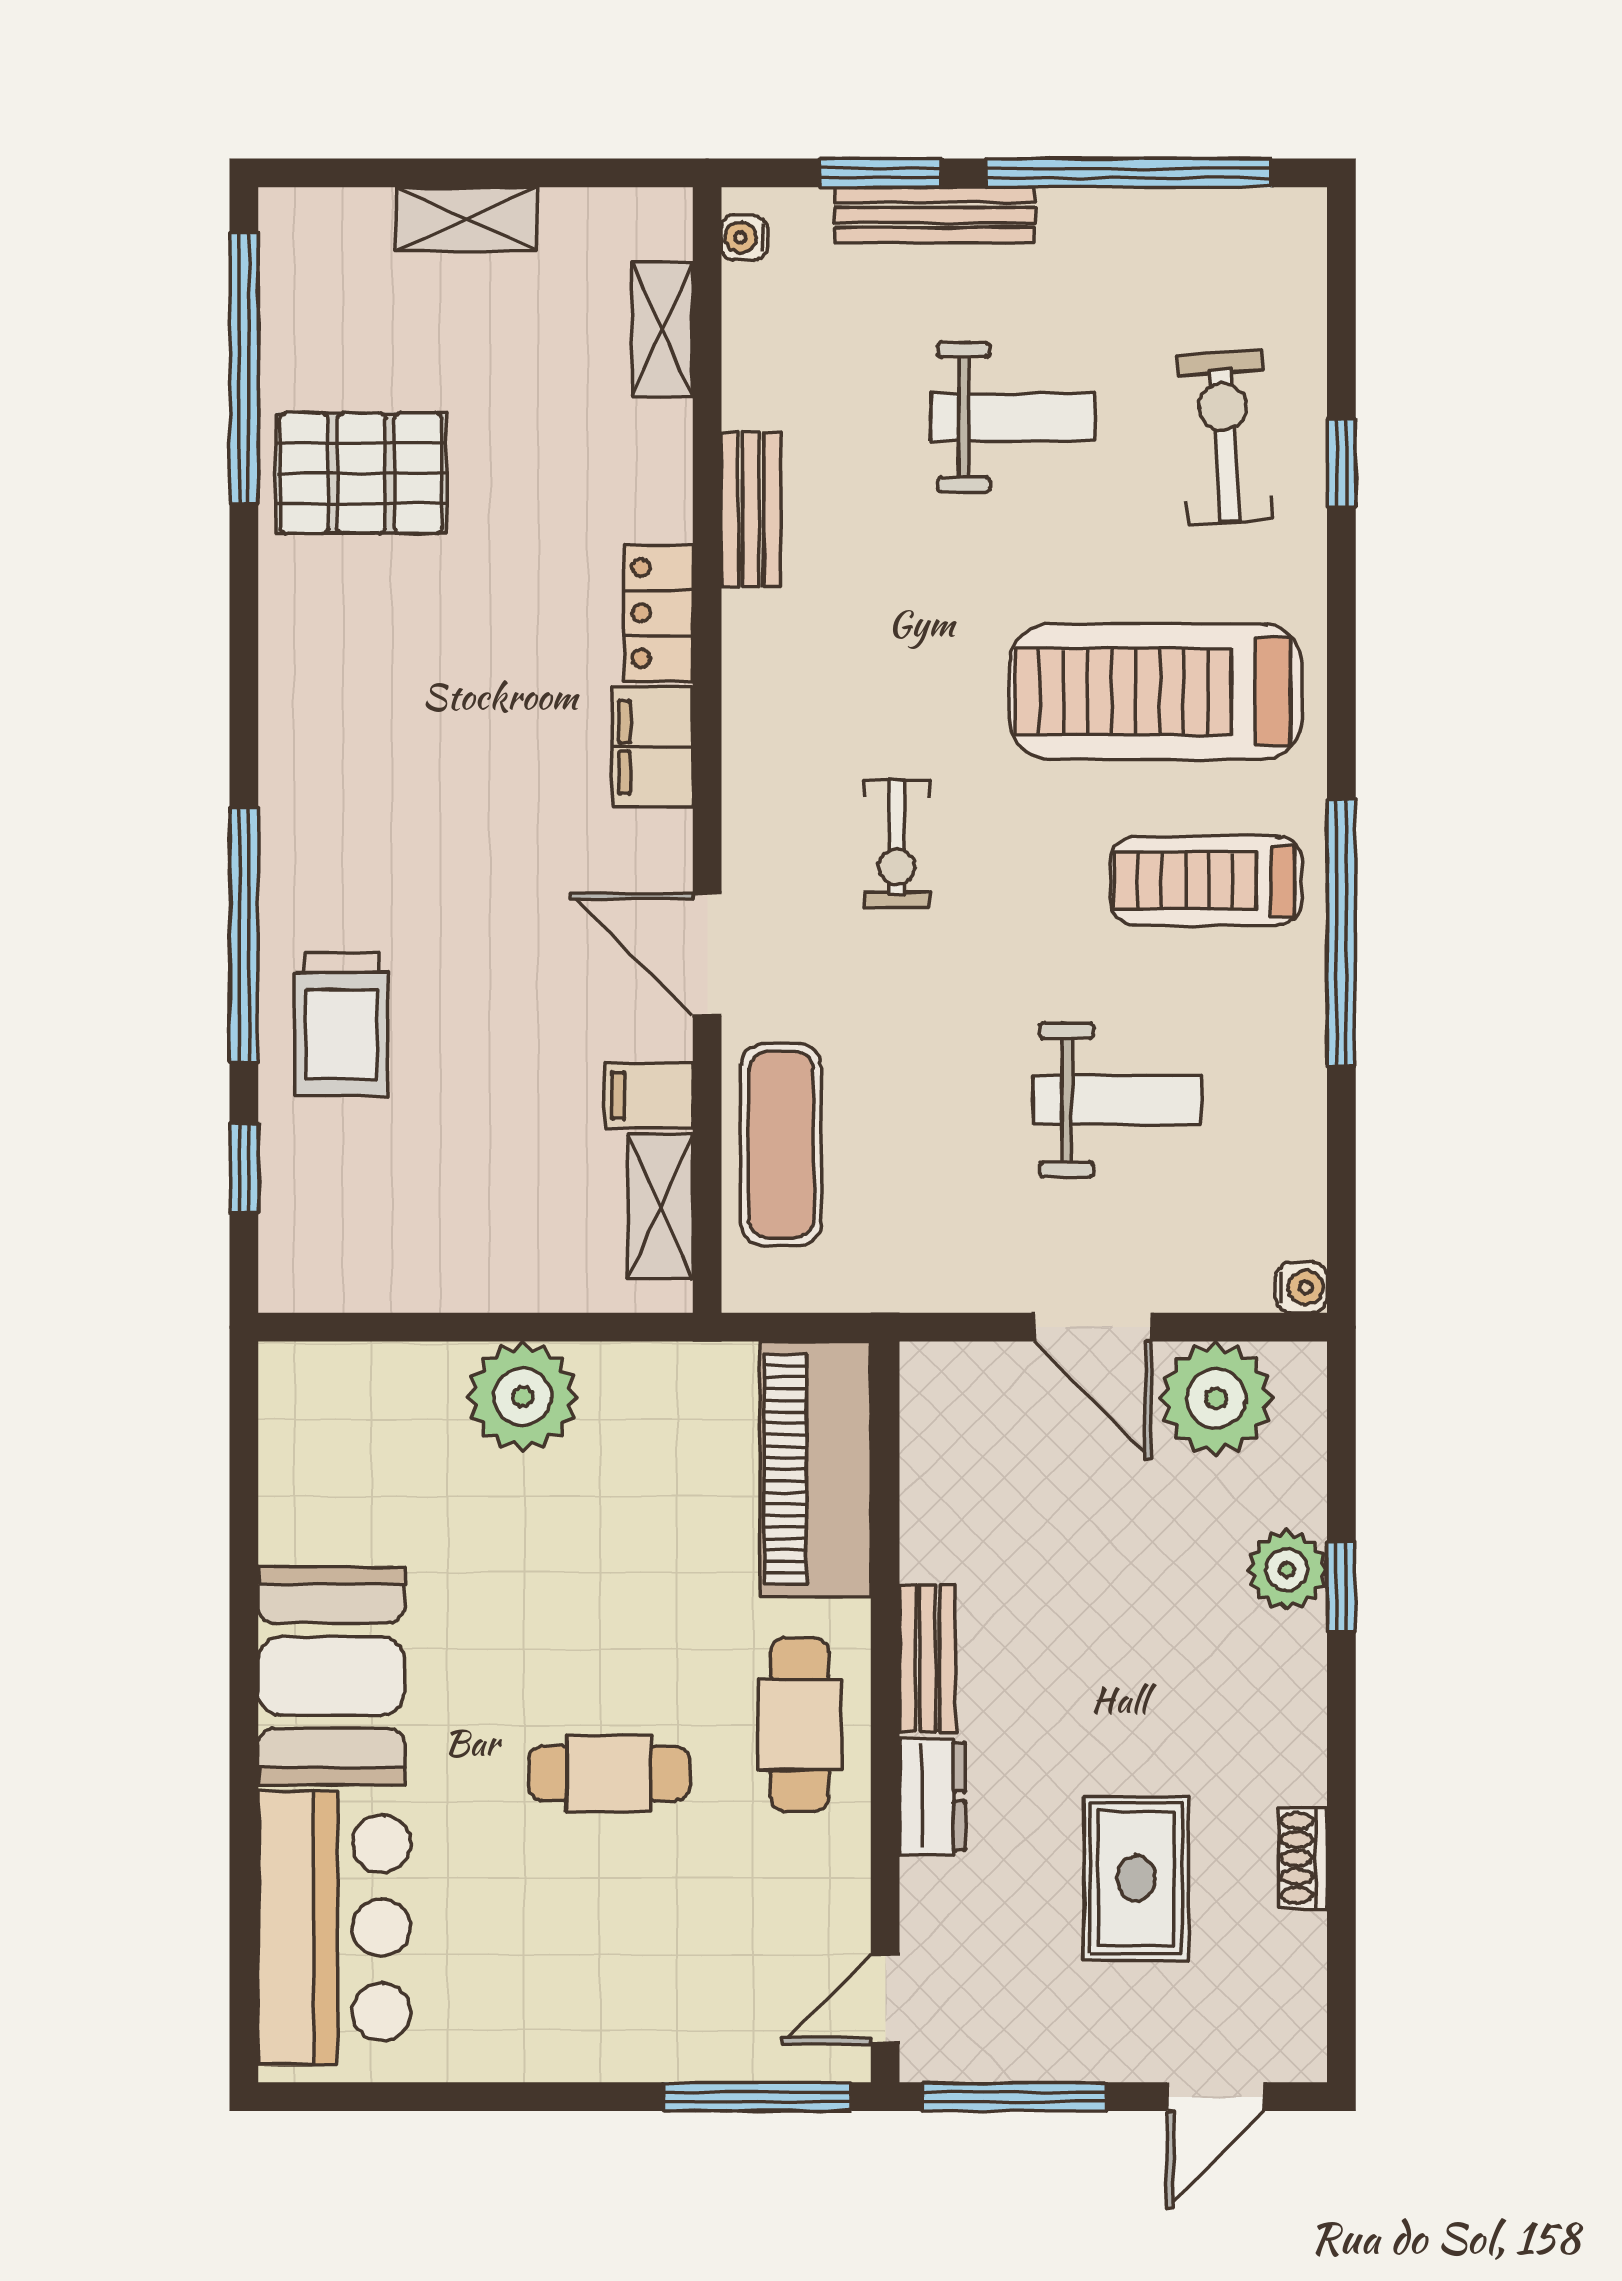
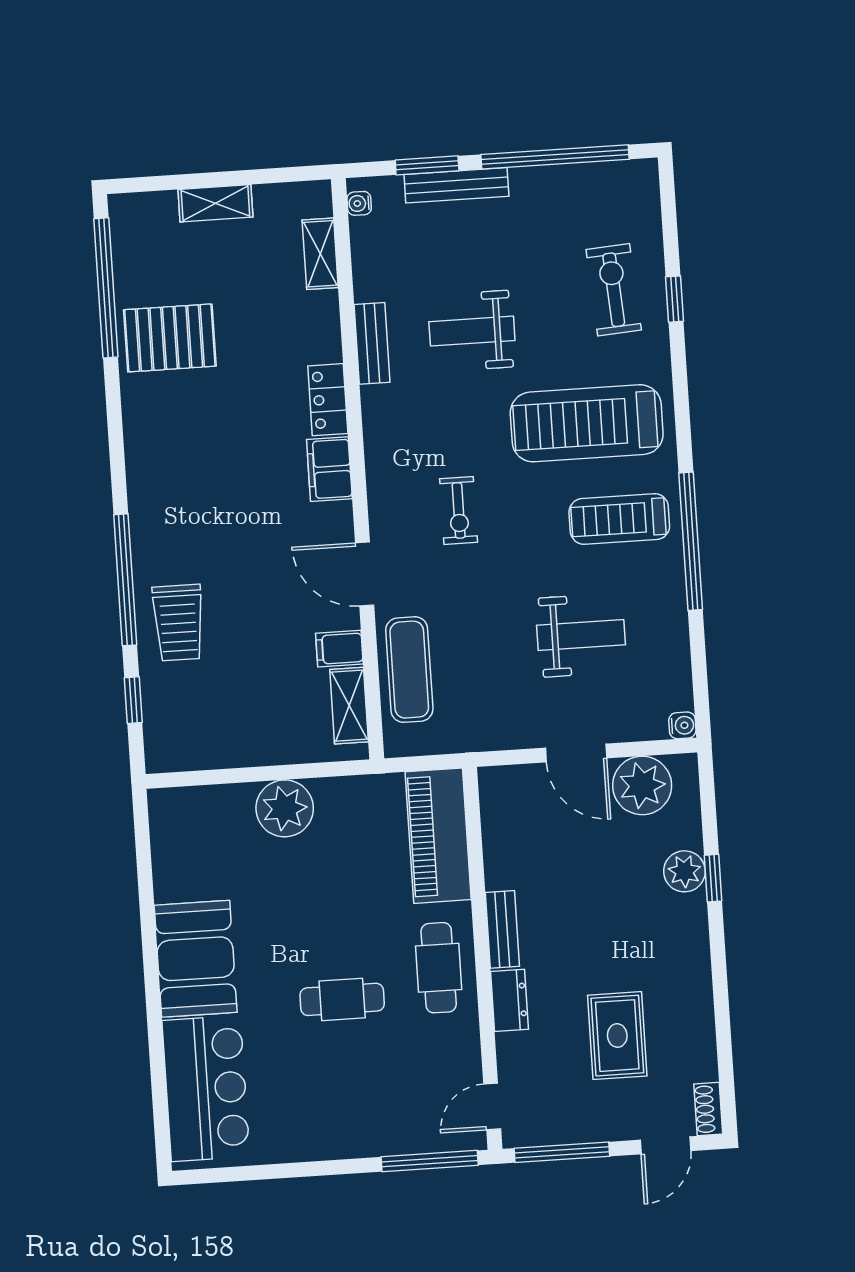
weight bench: (1013, 417) -> (472, 331), moved, turned 180
shoe rack: (1303, 1858) -> (708, 1109), moved

